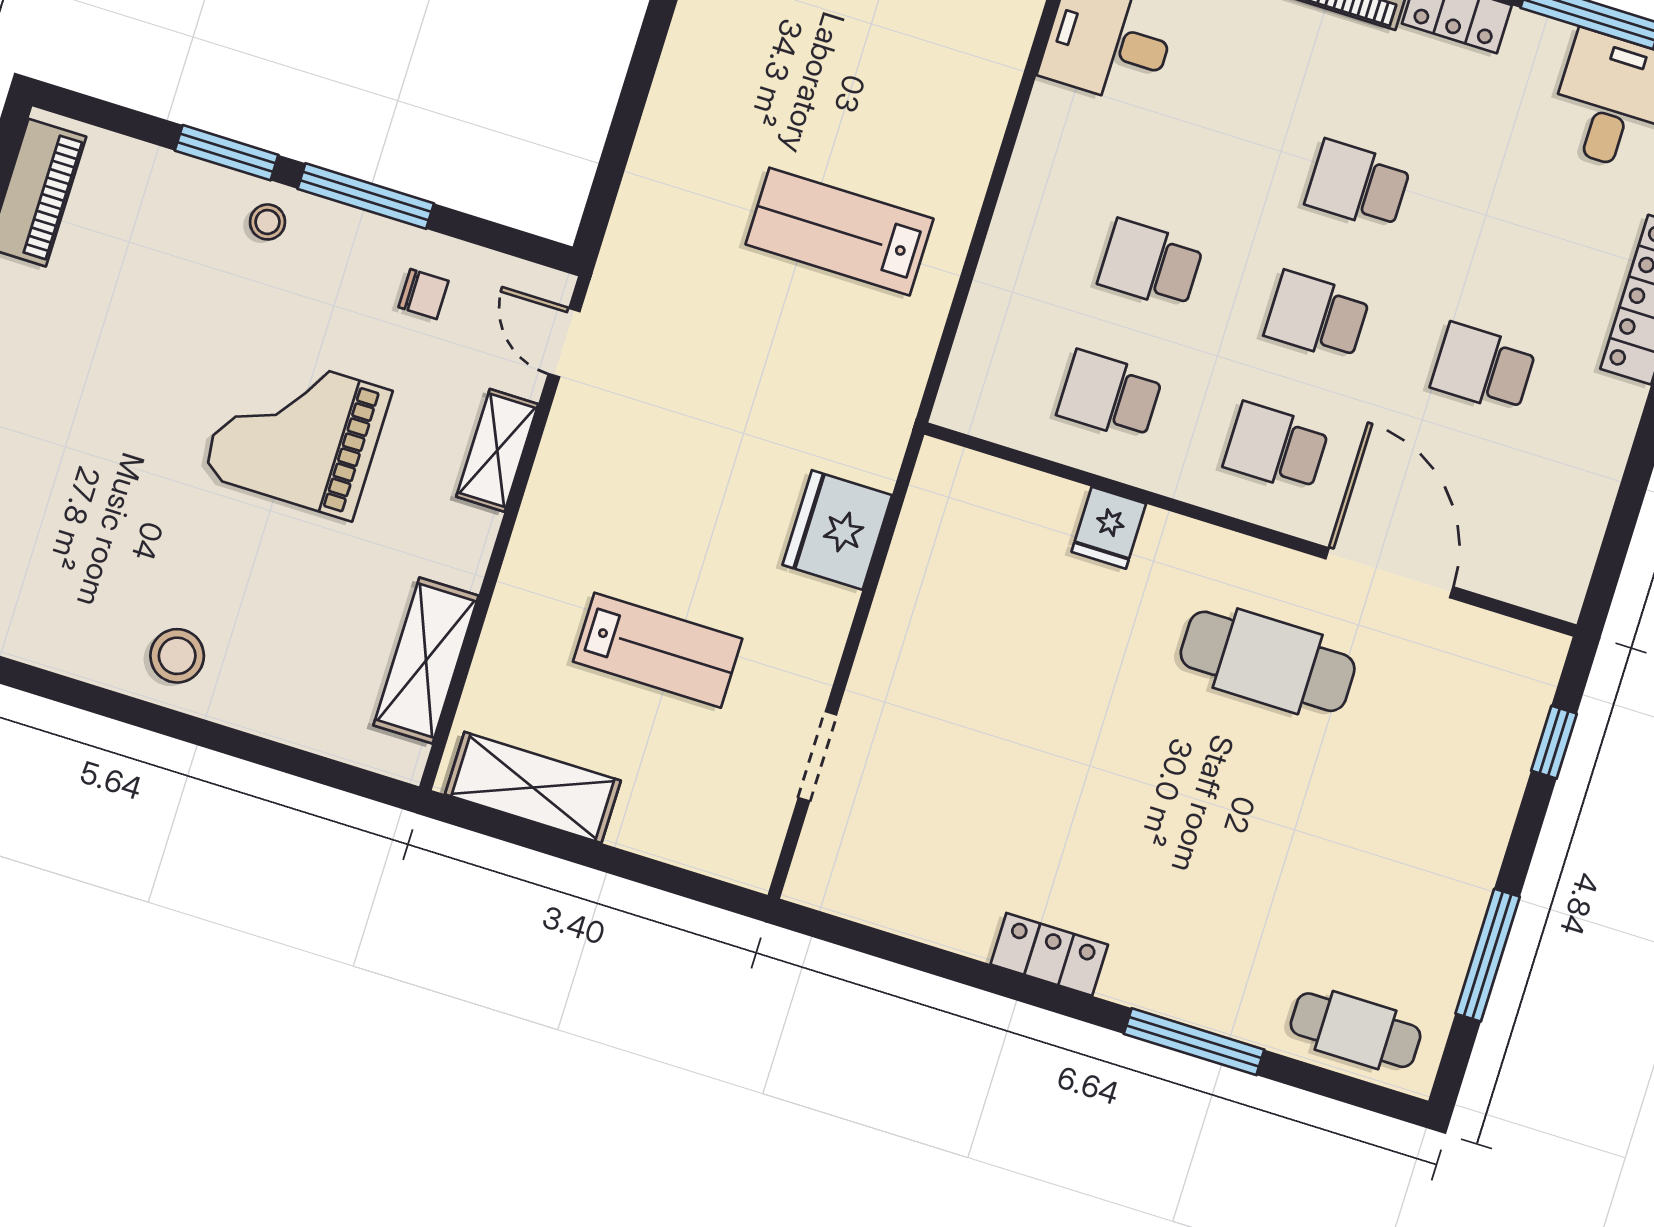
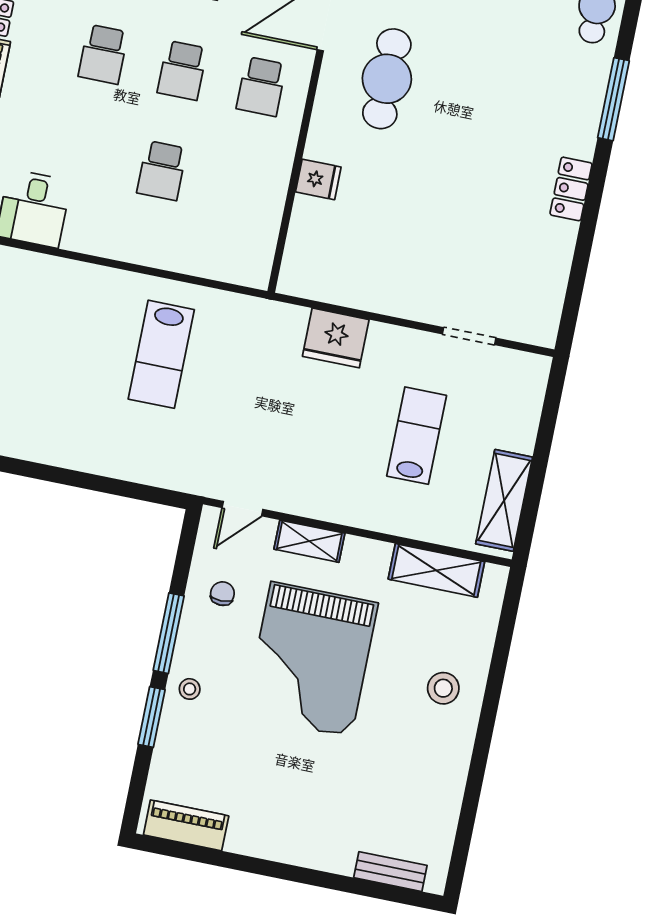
school desk: (1110, 395) -> (241, 187), removed
grand piano: (297, 433) -> (311, 659), width x1.37, depth x1.48
stool: (177, 656) -> (443, 688), moved

